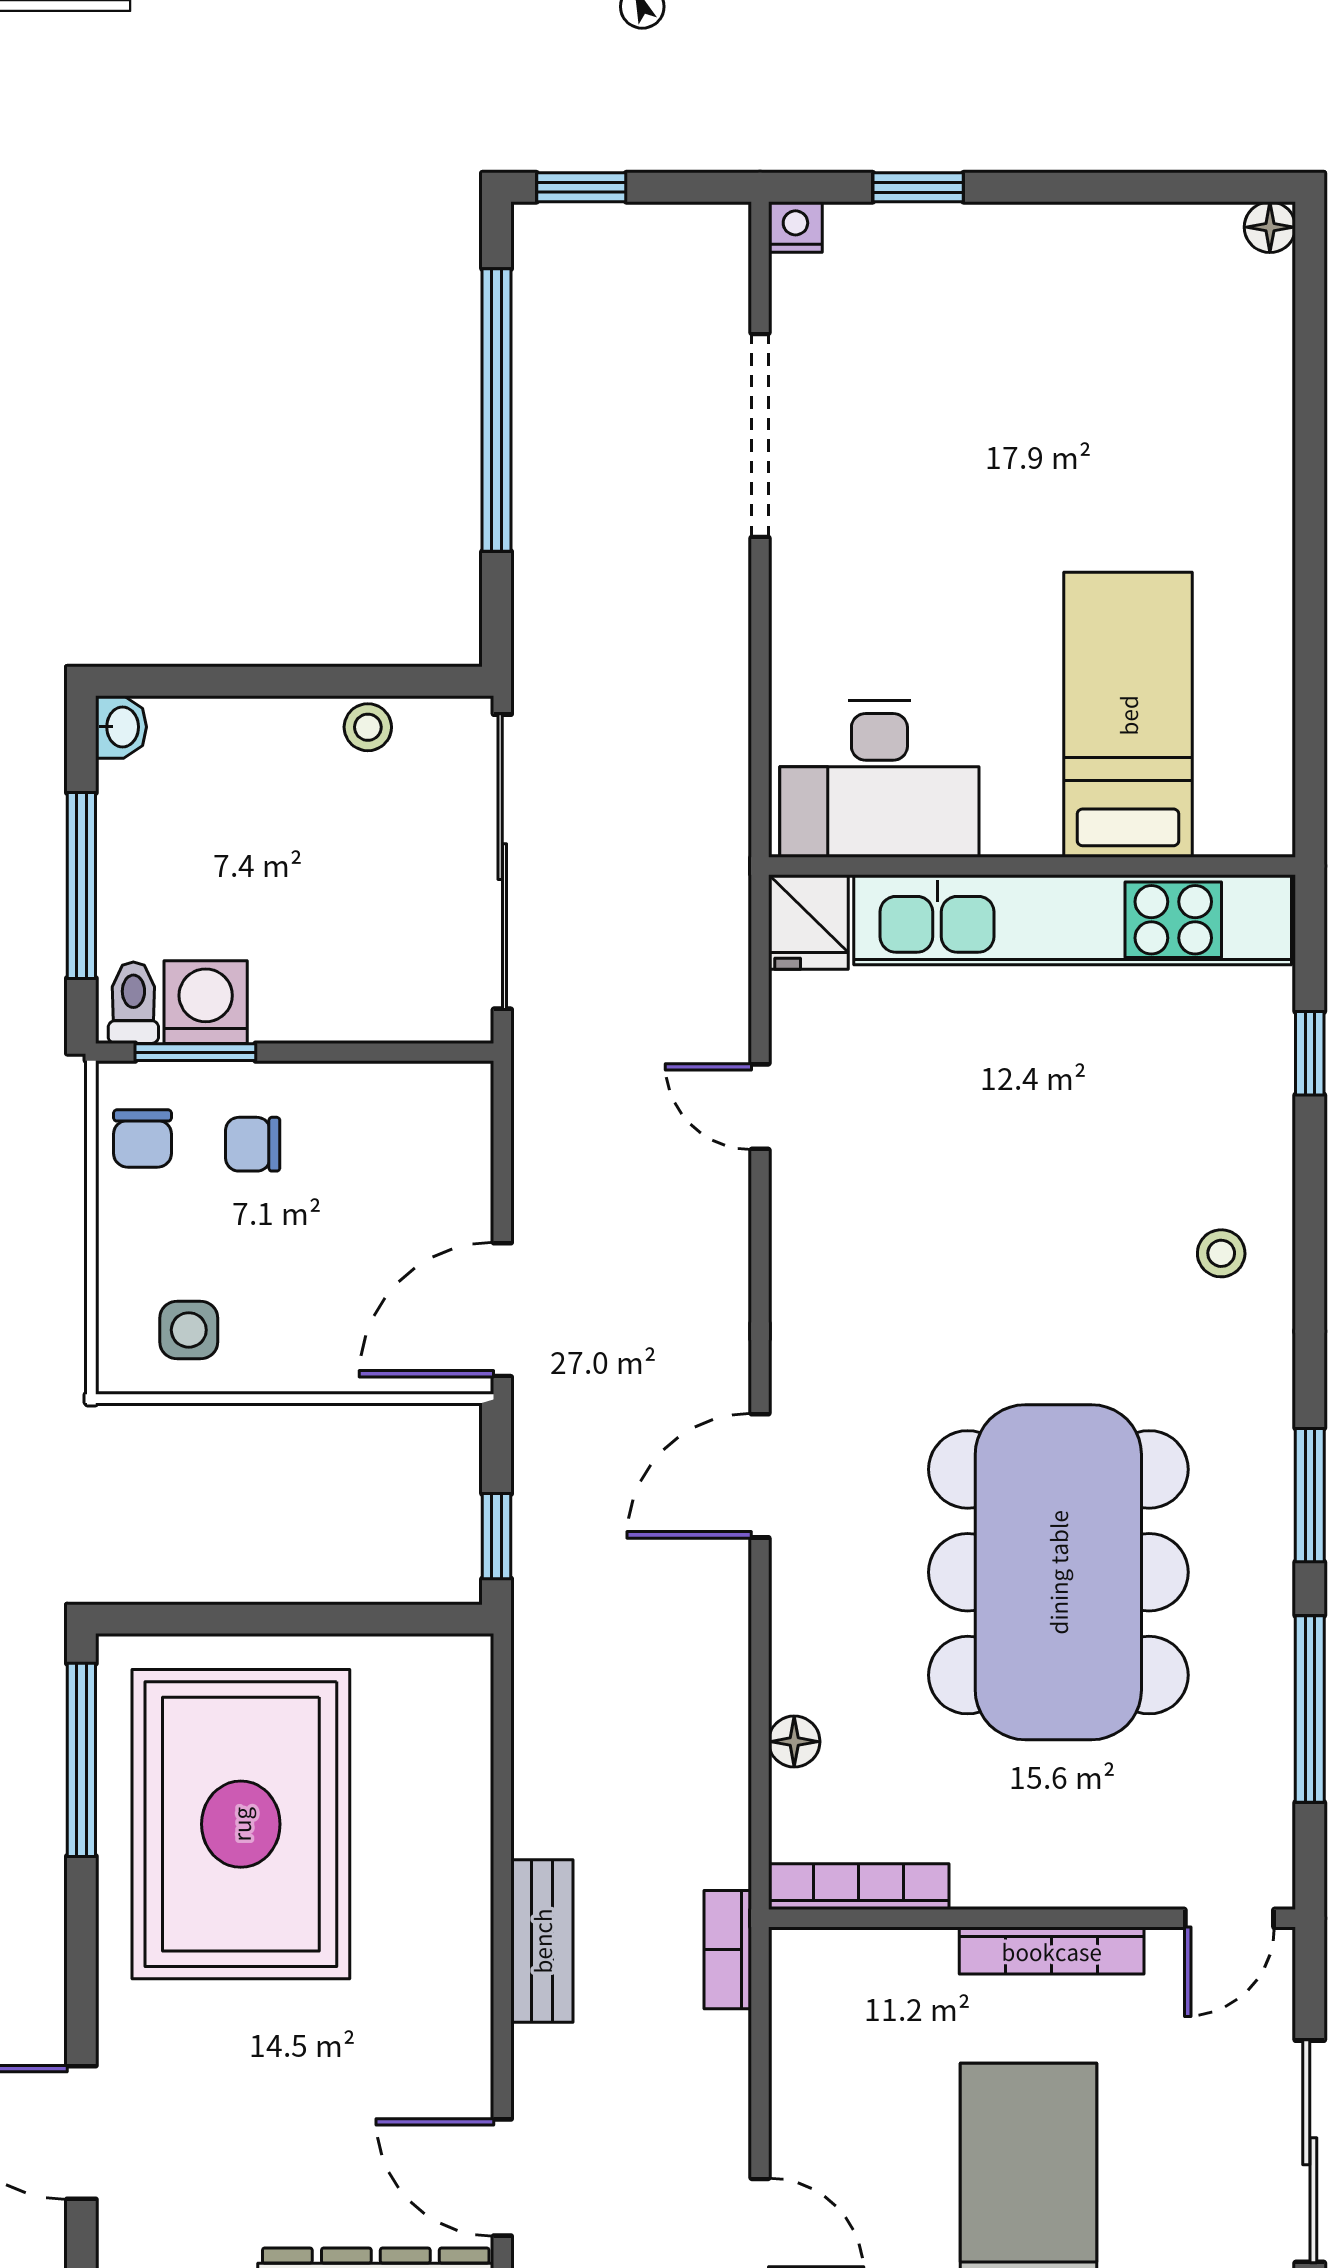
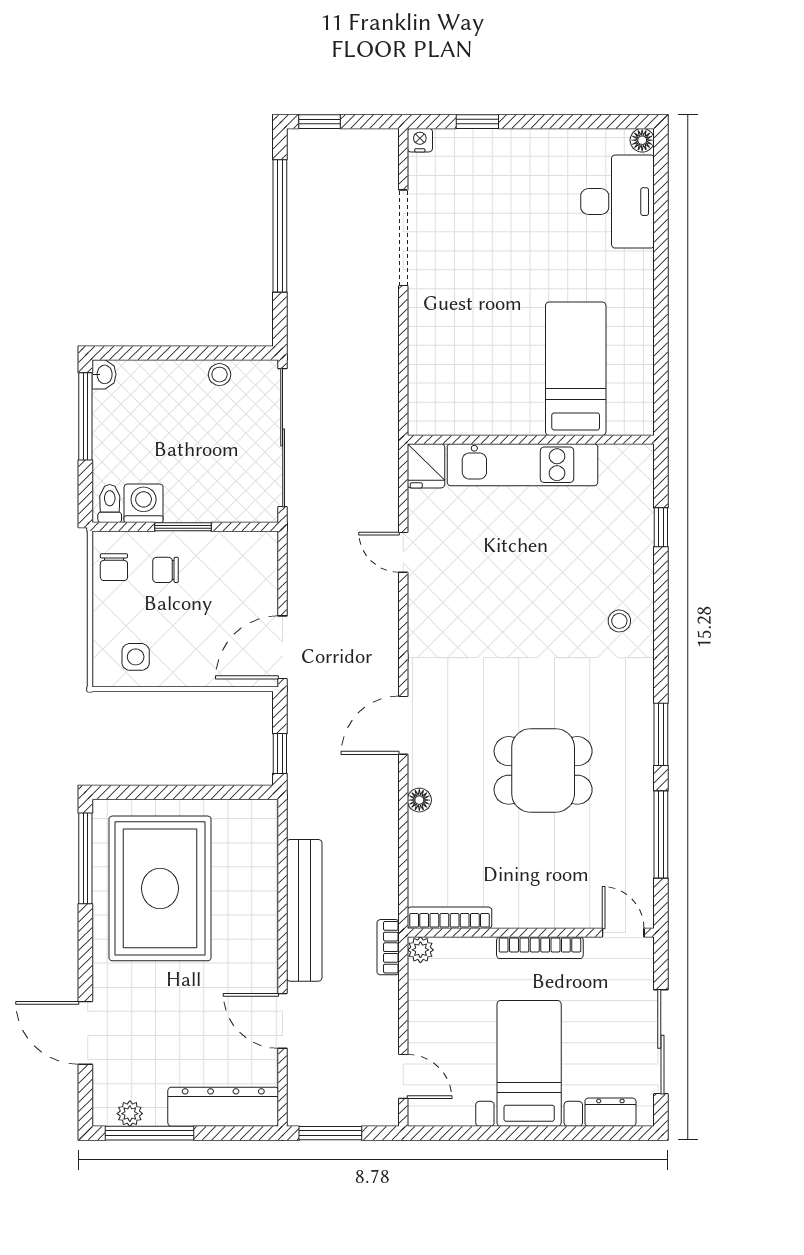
desk: (879, 779) -> (617, 202), moved, turned -90
window: (81, 885) -> (85, 416), moved
kitchen unit: (1073, 920) -> (522, 465), width x0.73
window: (195, 1052) -> (183, 527), moved
dining table: (1058, 1572) -> (543, 770), width x0.53, depth x0.80
floor lamp: (794, 1742) -> (419, 800), moved
door: (1229, 1918) -> (623, 933), swing flipped
bench: (542, 1941) -> (304, 910), width x1.86, depth x1.21
plant: (797, 1955) -> (420, 950), added
door: (502, 2177) -> (283, 1021), moved

